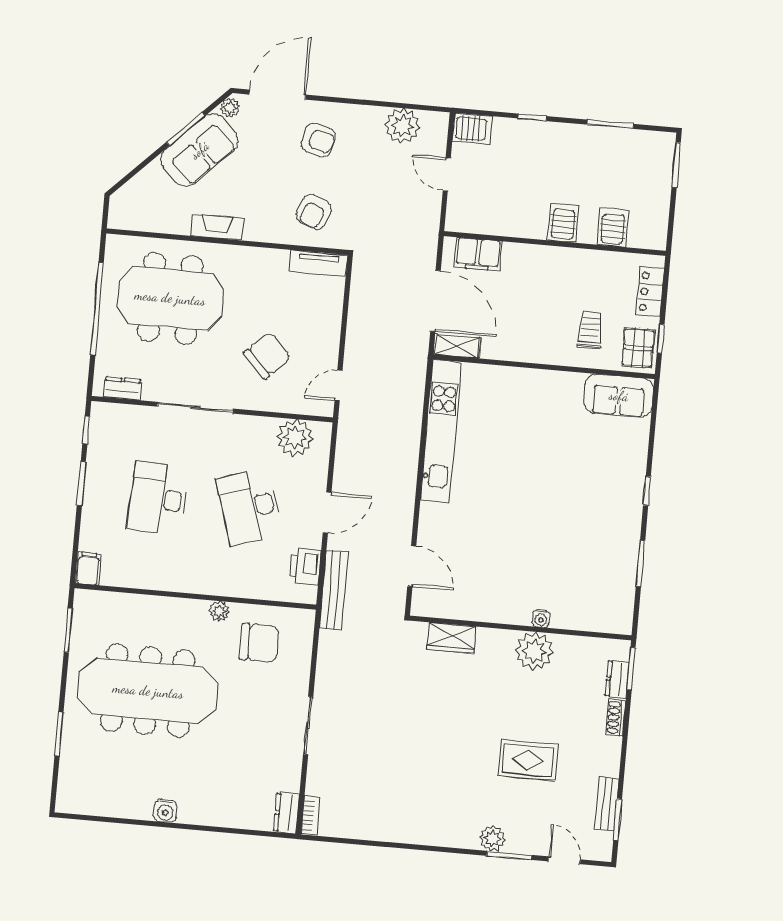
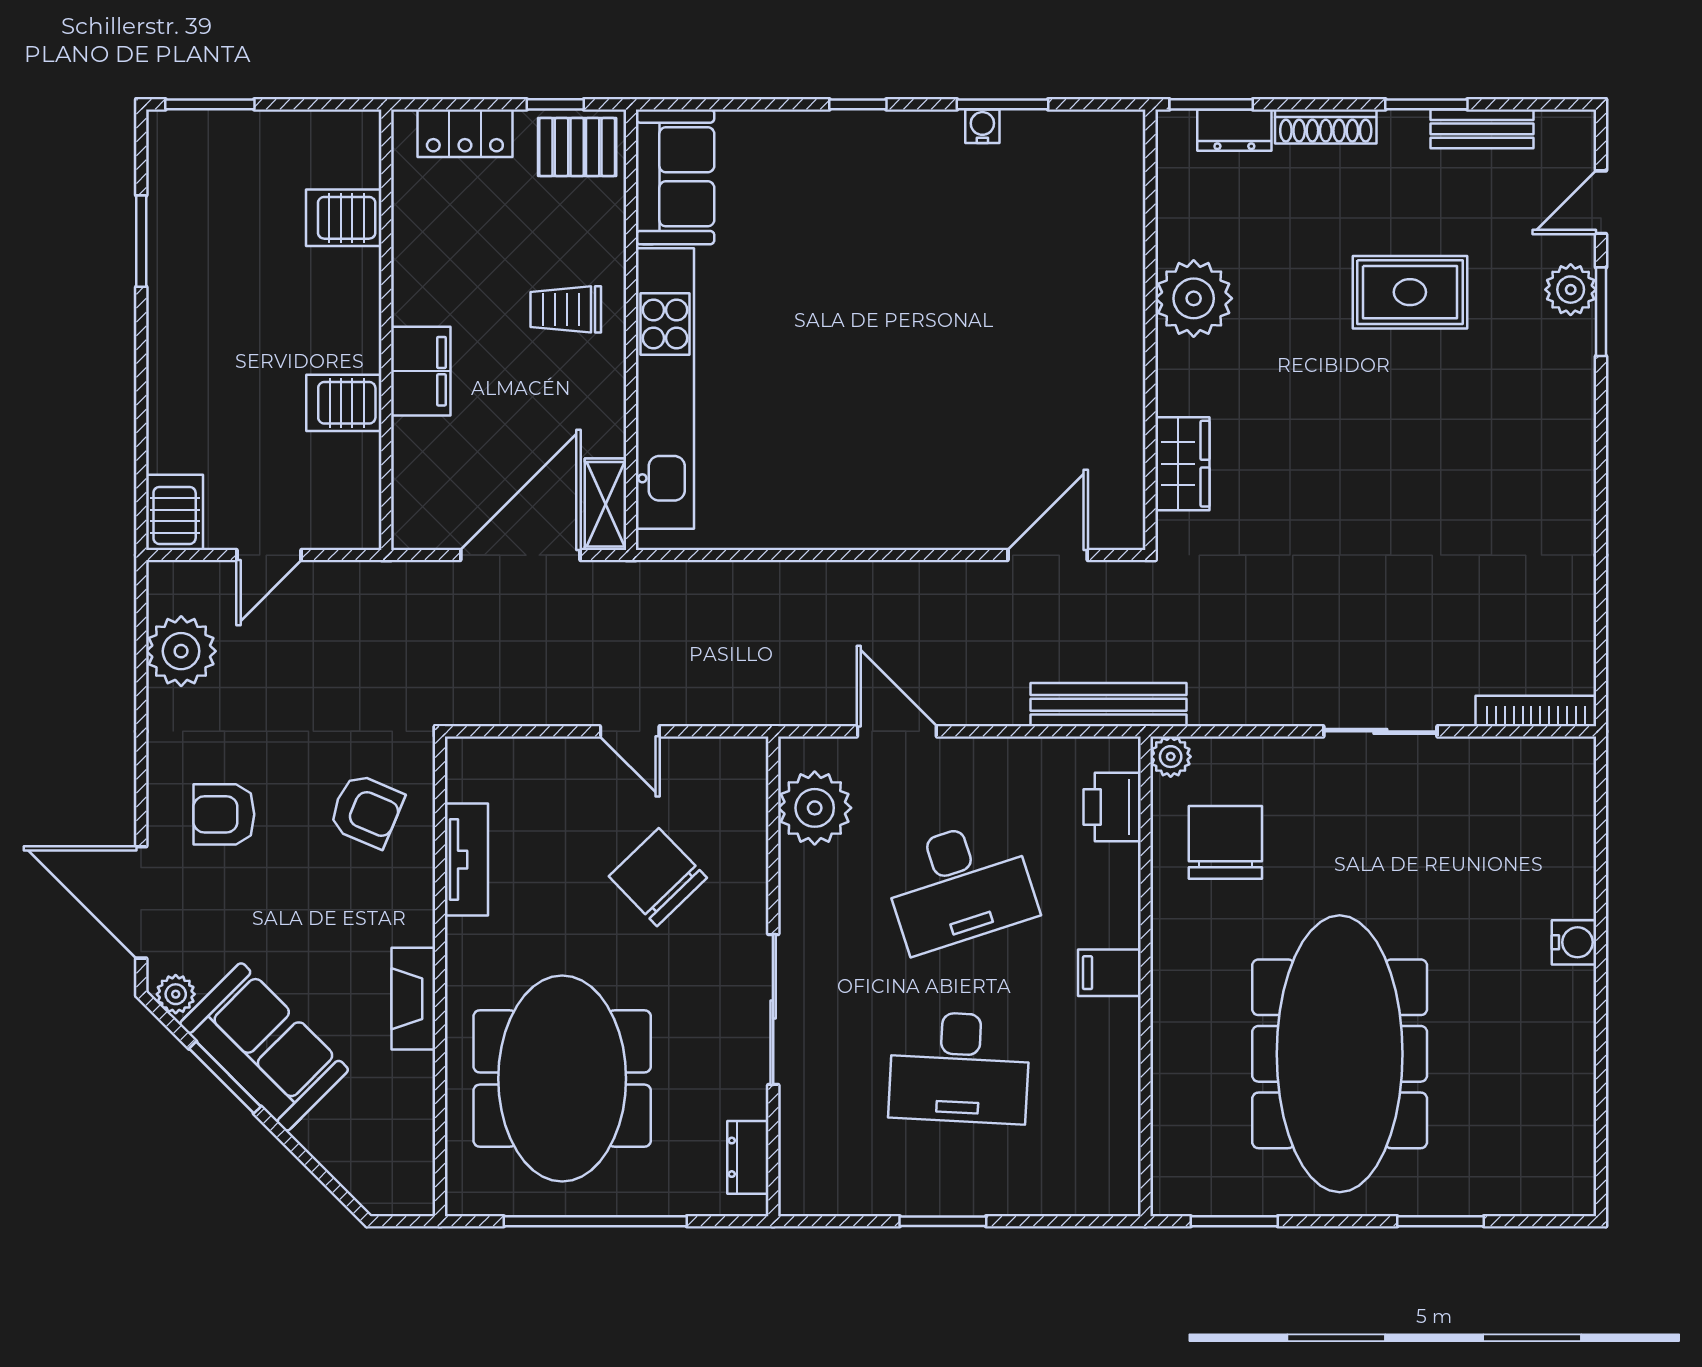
window: (532, 117) -> (141, 396), removed
armchair: (318, 140) -> (224, 814), turned -105
server rack: (563, 223) -> (344, 403), moved
filing cabinet: (478, 254) -> (421, 371), moved
tv unit: (318, 263) -> (466, 860), moved
trolley: (590, 330) -> (566, 309), moved
door: (338, 386) -> (630, 731), moved
window: (86, 430) -> (837, 1221), removed
kitchen unit: (441, 431) -> (665, 389), moved, turned 90
door: (327, 512) -> (897, 731), moved
printer: (305, 567) -> (1112, 807), moved, turned 90
filing cabinet: (88, 569) -> (1109, 973), moved
plant: (219, 611) -> (1171, 757), moved
water cooler: (541, 619) -> (982, 126), moved, turned -90
shoe rack: (616, 718) -> (1326, 126), width x1.43
rug: (528, 760) -> (1410, 292), turned 90
water cooler: (165, 811) -> (1574, 942), moved
dresser: (286, 813) -> (1556, 759), removed
bookcase: (310, 816) -> (1536, 711), width x1.56
window: (618, 819) -> (1426, 104), moved
plant: (492, 839) -> (1571, 290), moved

